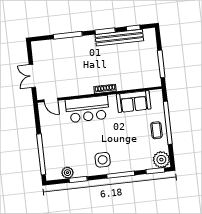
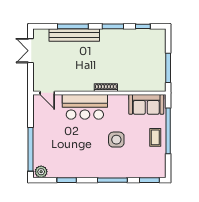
bench: (119, 38) -> (74, 35), moved
double door: (32, 76) -> (31, 51), moved
sofa: (134, 102) -> (146, 104), moved
side table: (103, 160) -> (116, 140), moved
plant: (161, 160) -> (157, 169), removed
plant: (67, 173) -> (41, 172), moved

